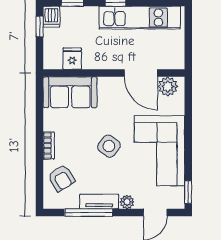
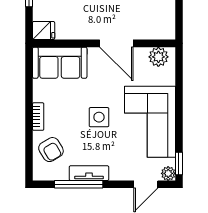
fridge: (72, 59) -> (44, 30), moved, turned 90
door: (141, 73) -> (116, 43), moved
side table: (109, 146) -> (99, 117), turned -37
plant: (127, 202) -> (168, 173), moved

